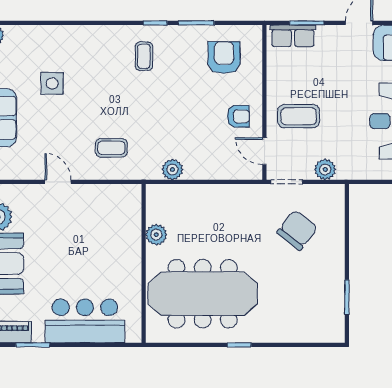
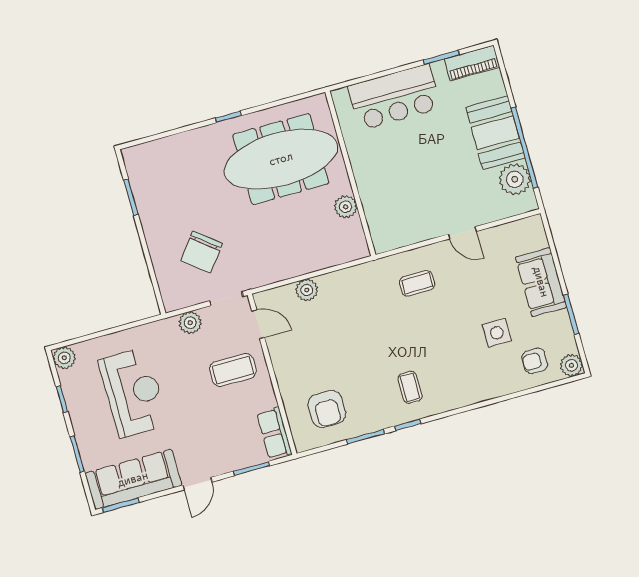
row of seats: (293, 36) -> (274, 433), moved, turned -90
armchair: (238, 116) -> (535, 361), moved
plant: (172, 170) -> (307, 290), moved

